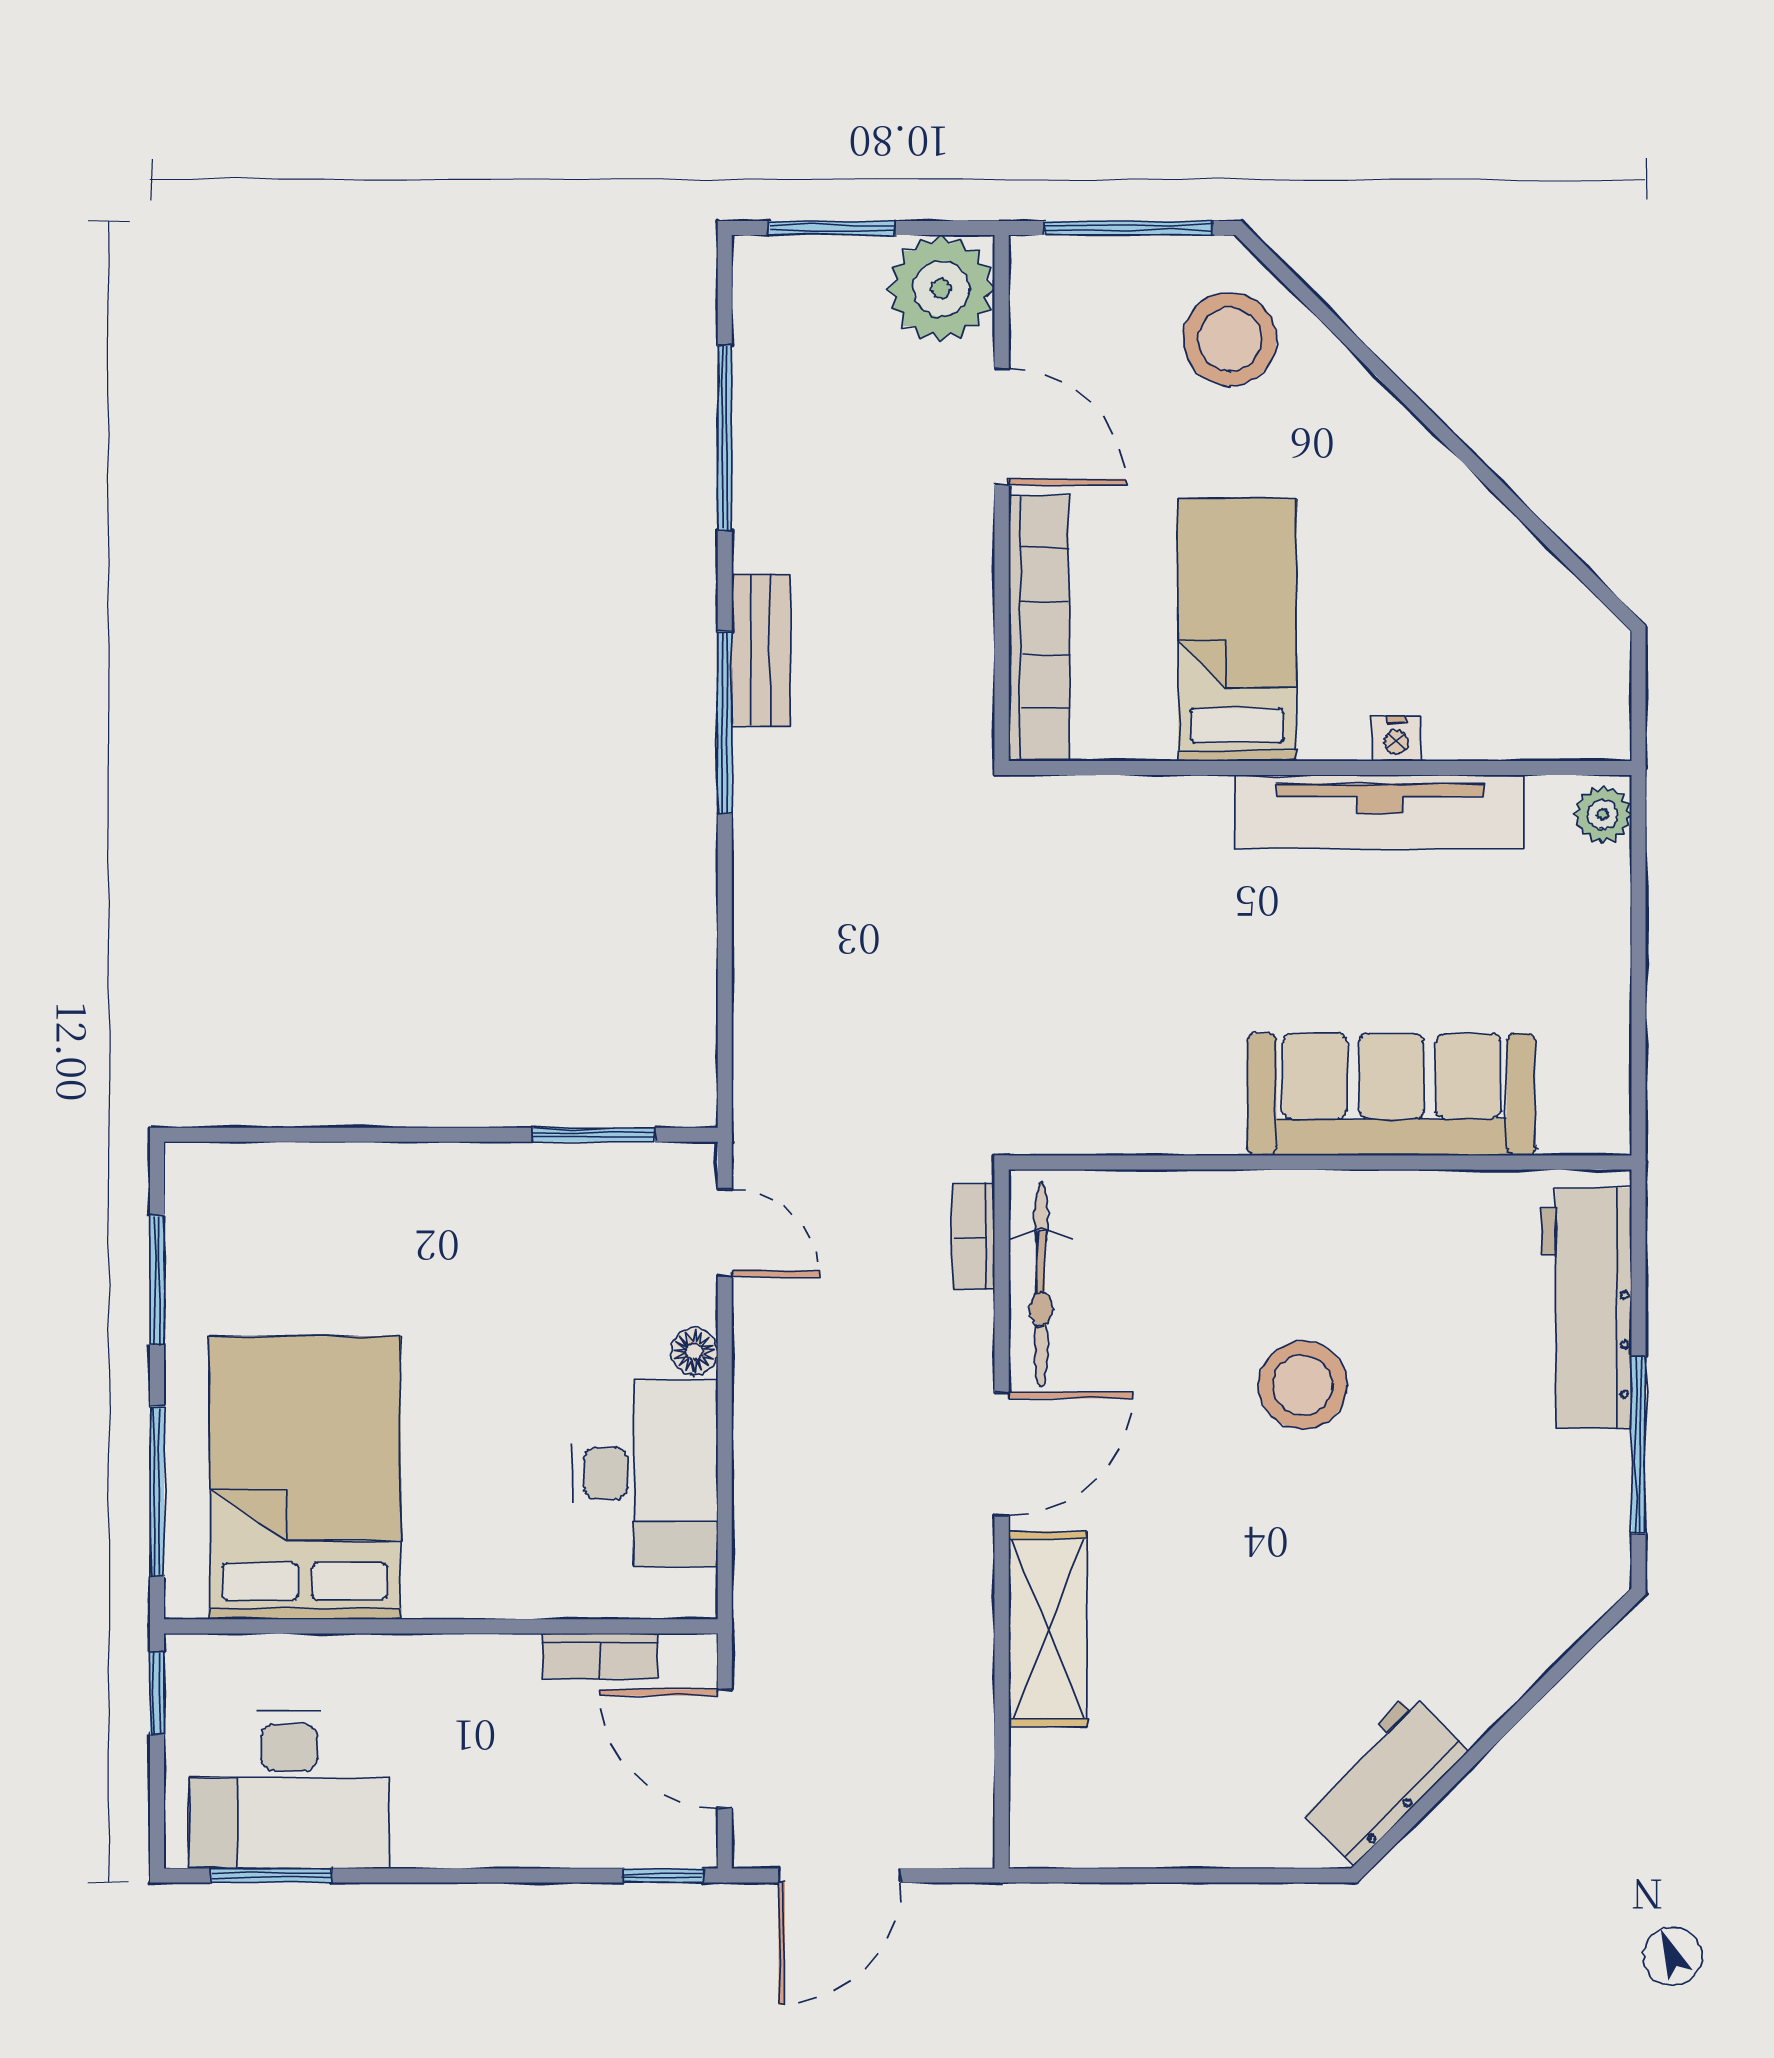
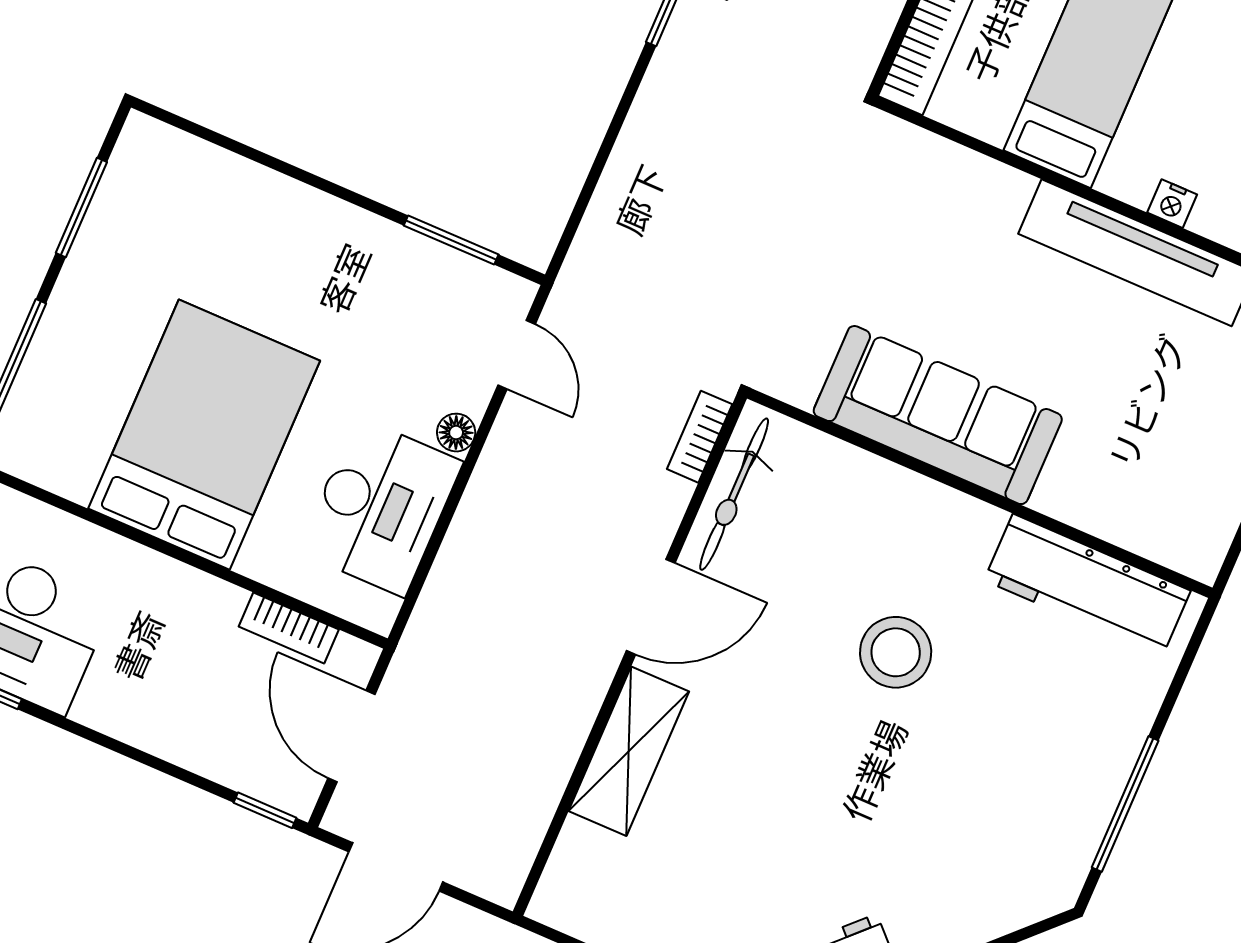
sofa: (1391, 1094) -> (938, 415), moved
workbench: (1586, 1308) -> (1087, 585), moved, turned -90
bed: (305, 1478) -> (204, 435), moved

